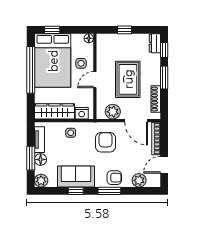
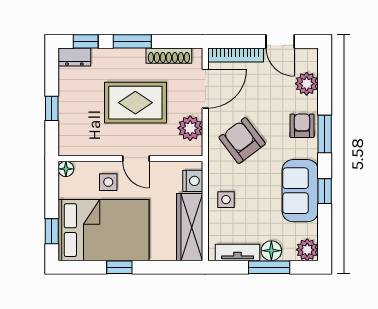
window: (31, 70) -> (119, 267), width x0.32
armchair: (106, 142) -> (242, 141), turned 53

